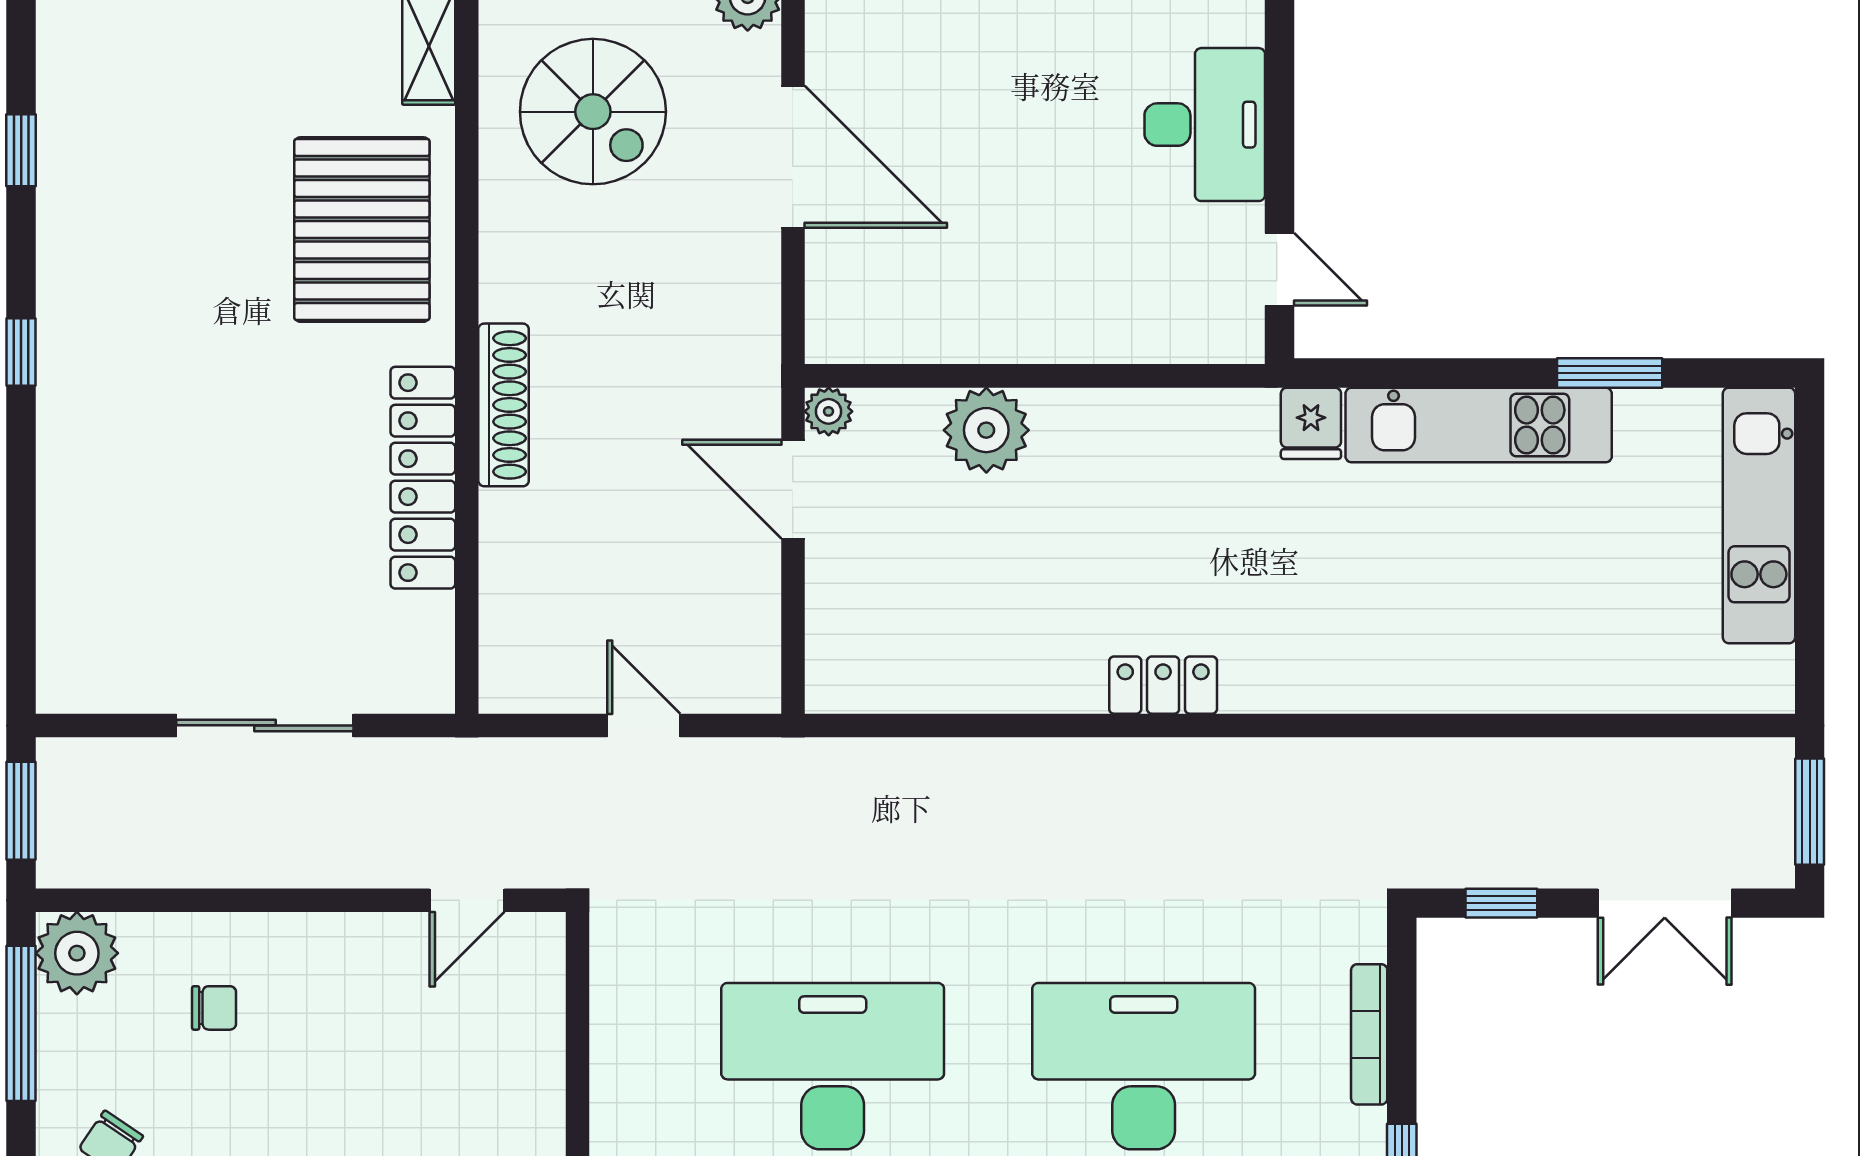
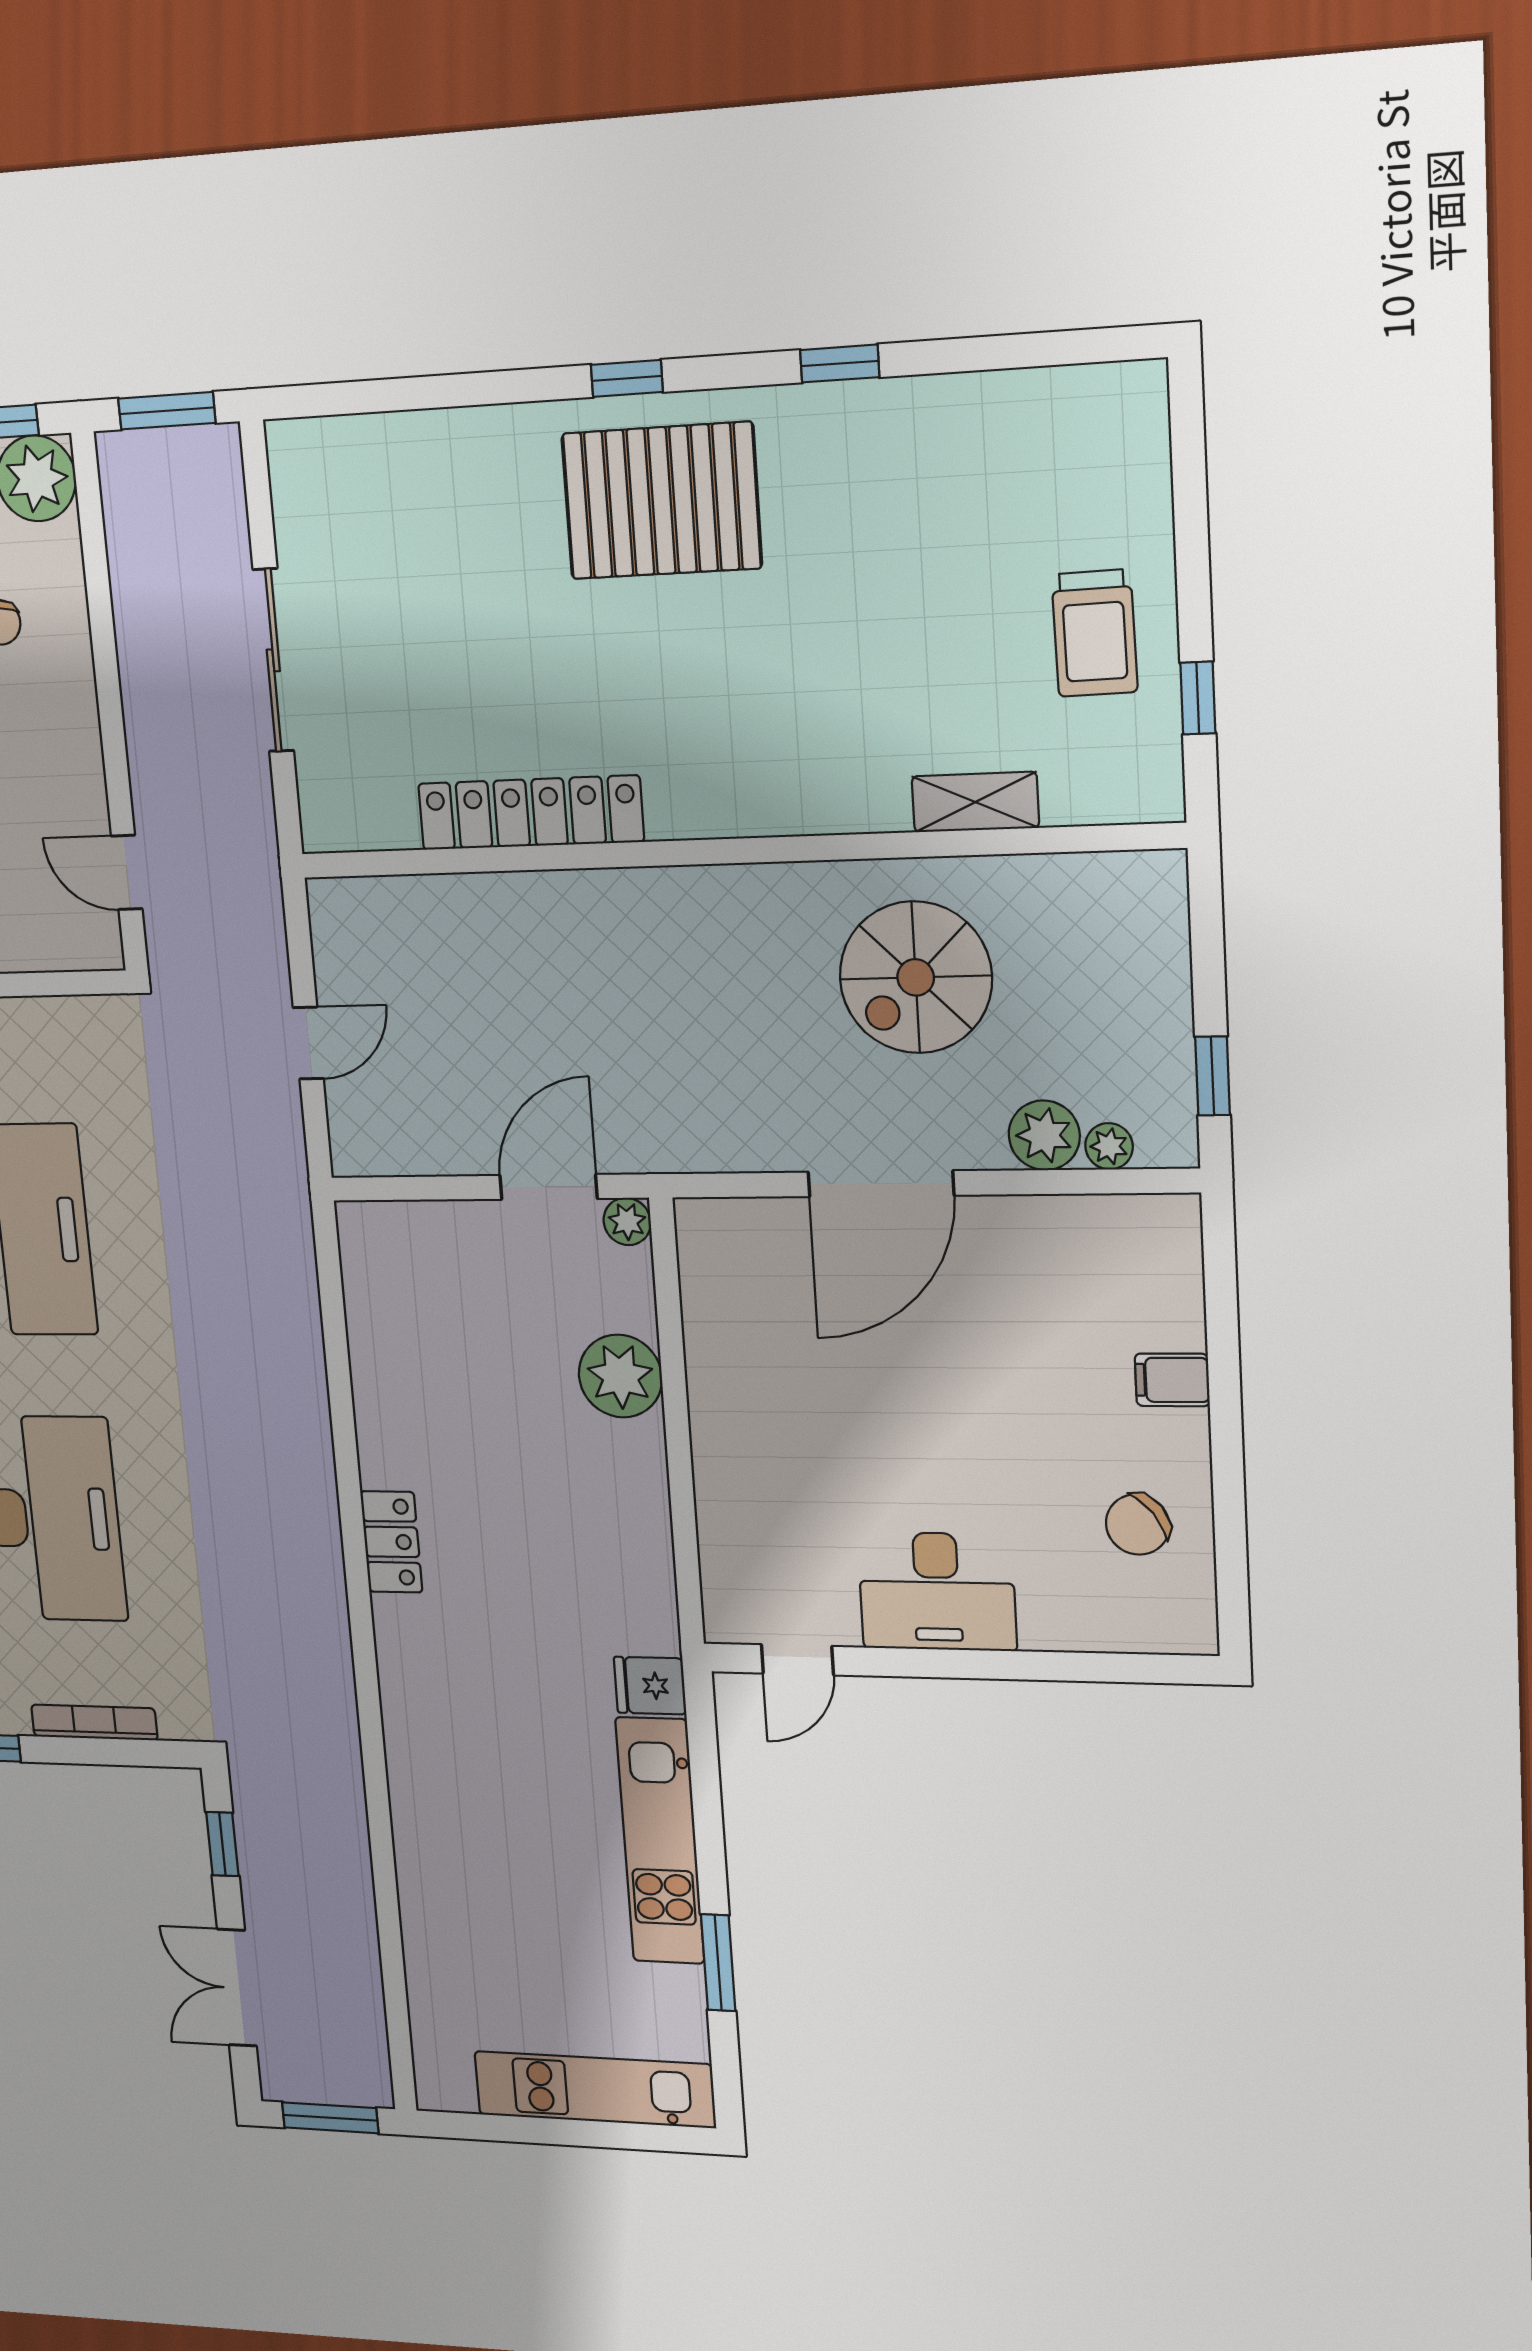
pallet: (362, 230) -> (662, 501), moved
shoe rack: (504, 405) -> (610, 893), removed

